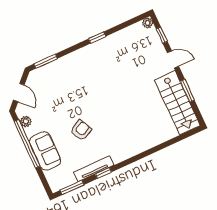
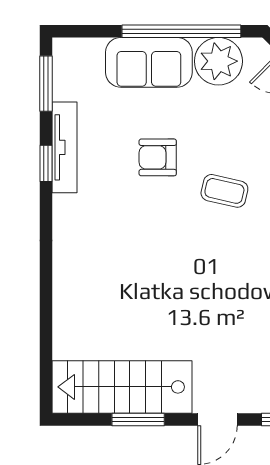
coffee table: (82, 98) -> (224, 191), added
plant: (26, 121) -> (218, 61), width x1.88, depth x1.88
armchair: (81, 130) -> (158, 157), turned 116

